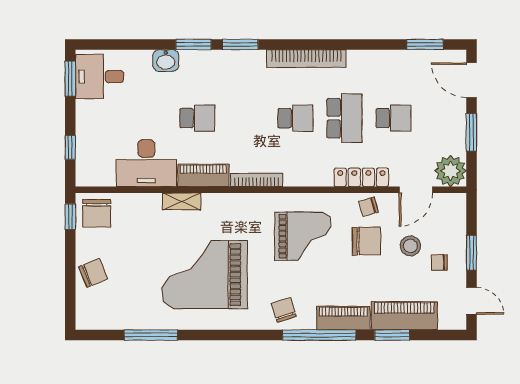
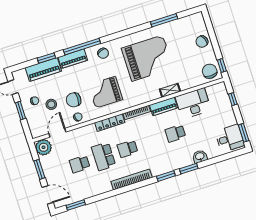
locker: (361, 177) -> (110, 123), moved

